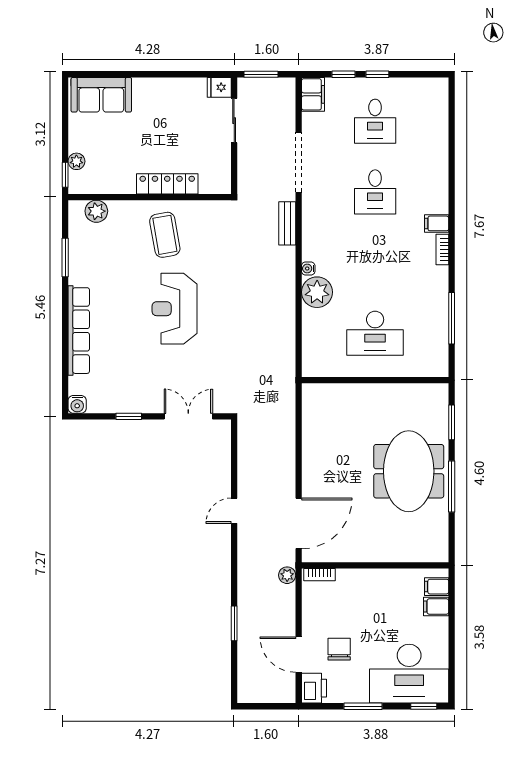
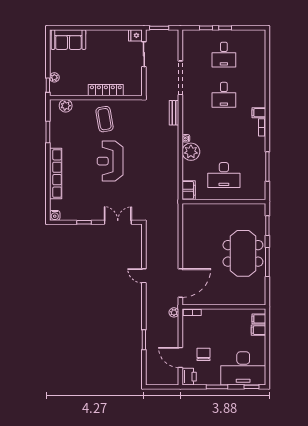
filing cabinet: (313, 94) -> (189, 190), moved
door: (234, 511) -> (144, 276), hinge flipped

